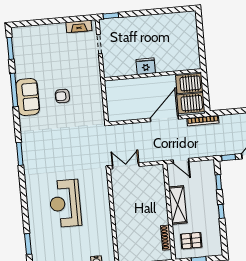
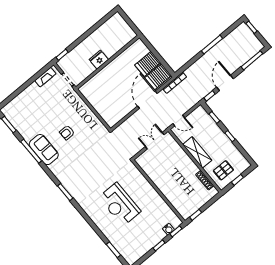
fridge: (146, 66) -> (99, 60), moved
wall: (153, 75) -> (108, 62), moved
double door: (126, 166) -> (155, 141), moved

